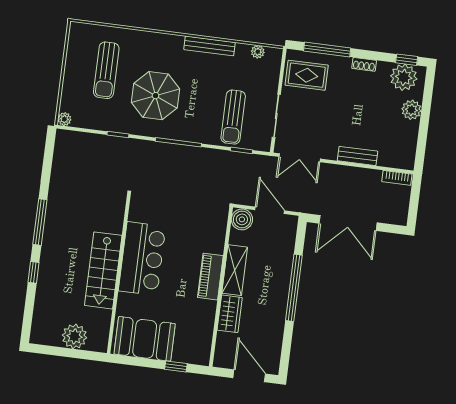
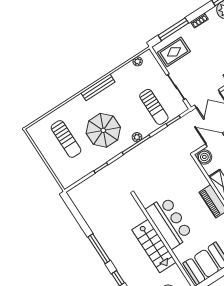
bench: (210, 46) -> (98, 87), moved
plant: (64, 119) -> (137, 137), moved

